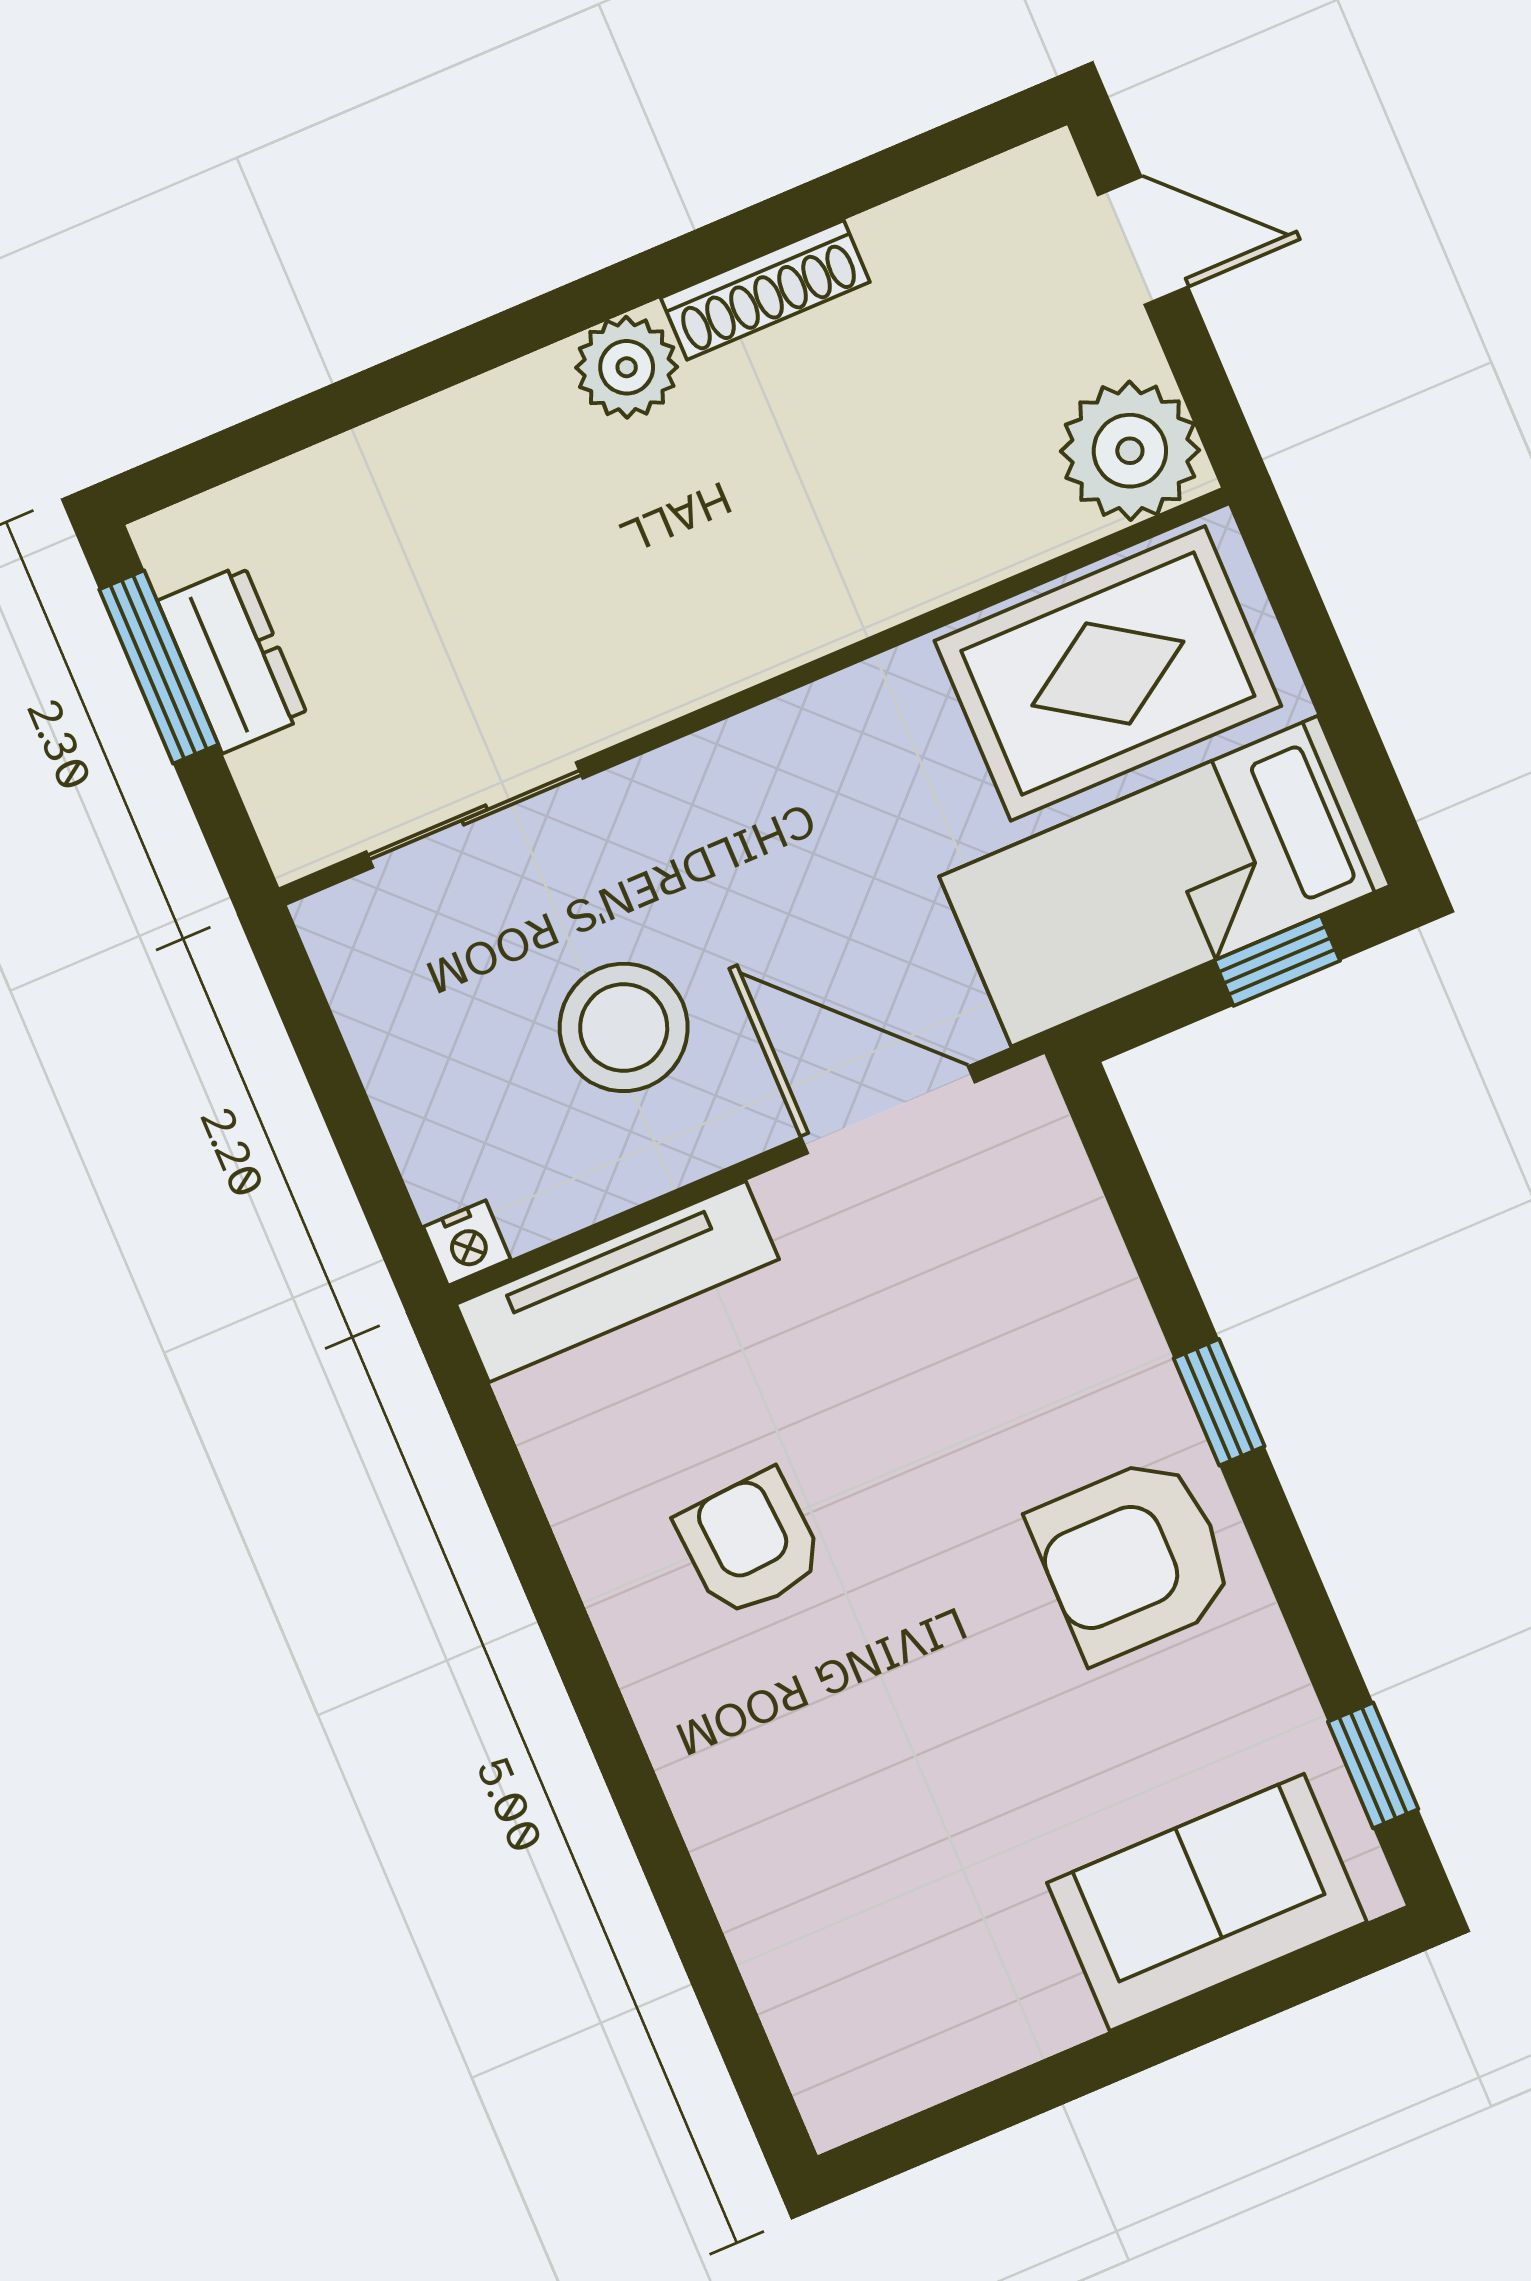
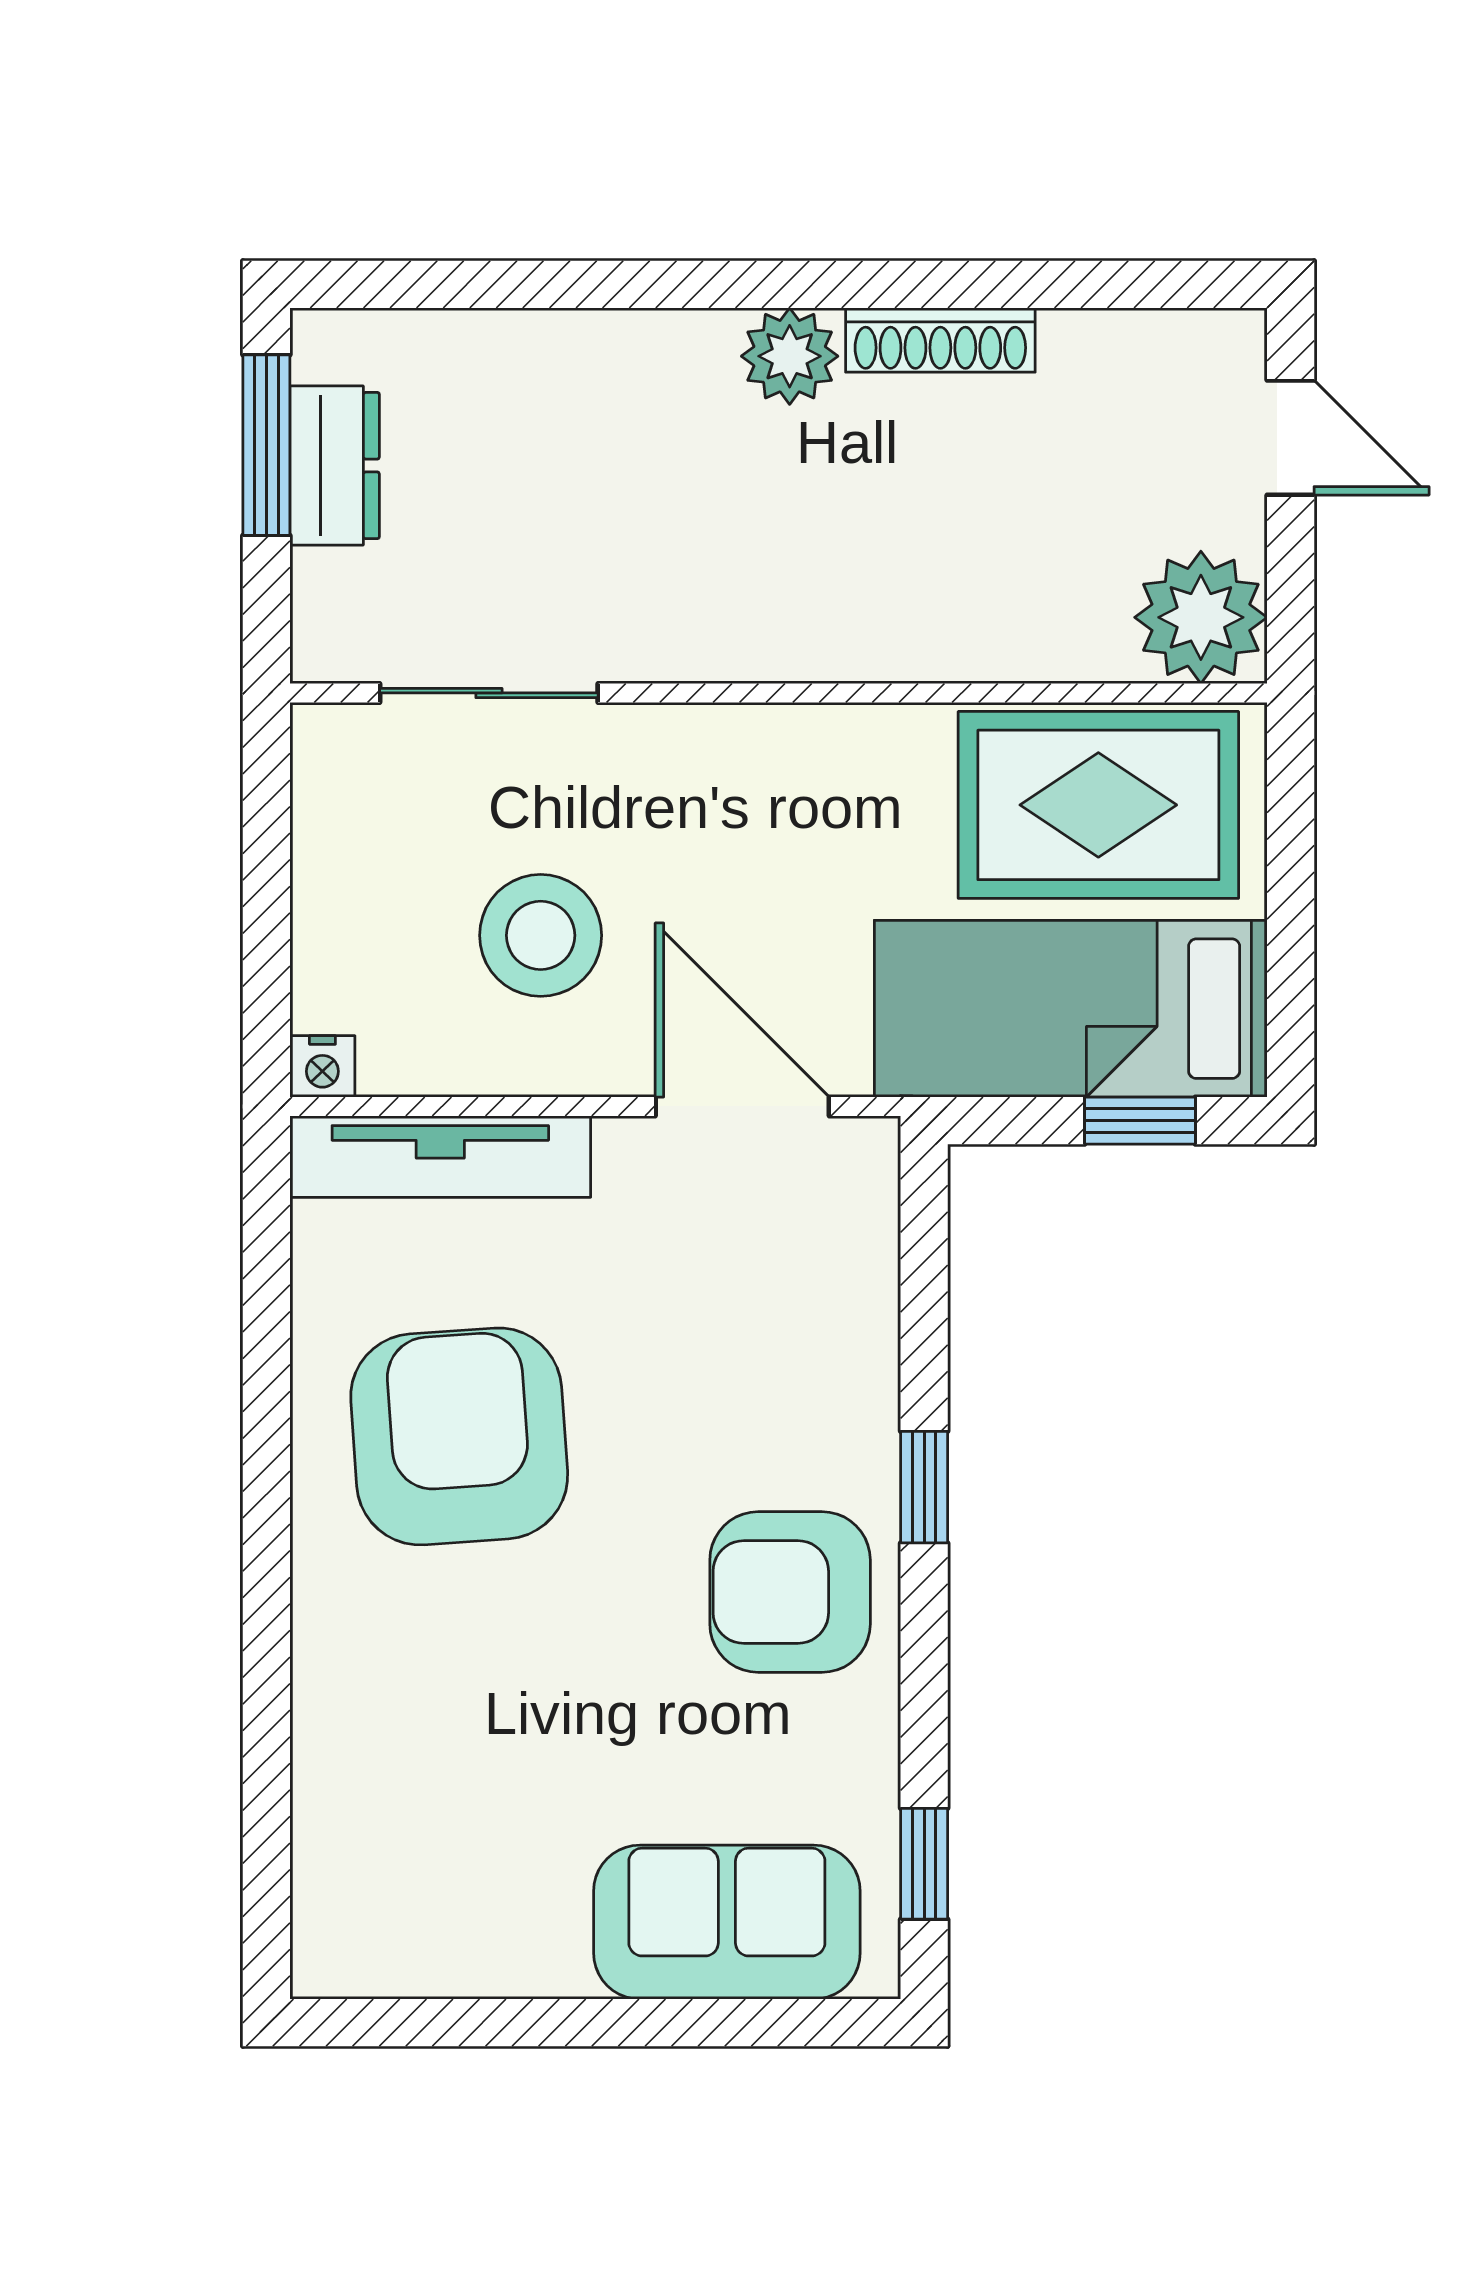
armchair: (750, 1544) -> (459, 1436), width x1.88, depth x1.88

